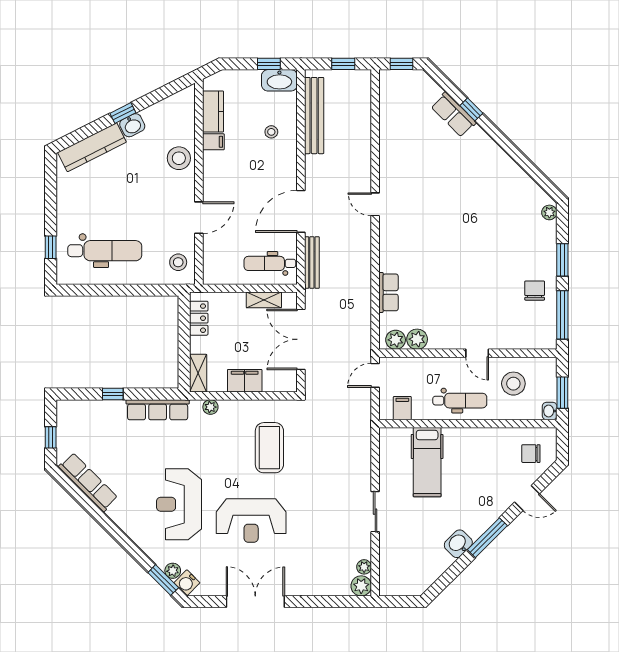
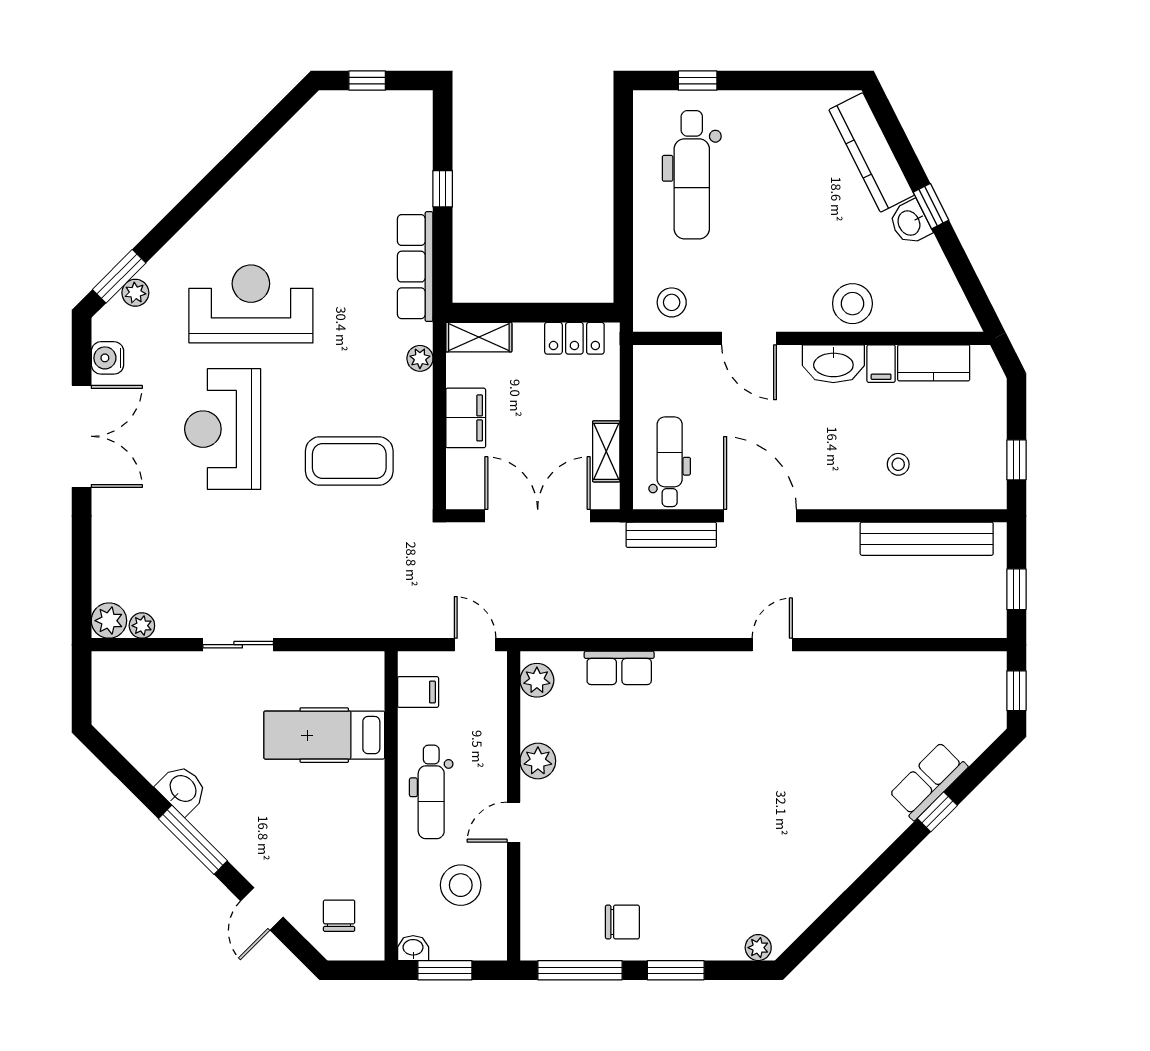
washbasin: (279, 80) -> (833, 364), moved, turned -90
plant: (417, 339) -> (538, 761), moved
row of seats: (88, 482) -> (289, 146), removed
water cooler: (187, 583) -> (107, 358), moved, turned -45

